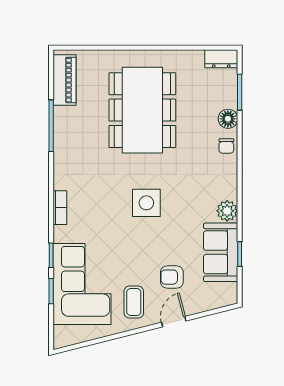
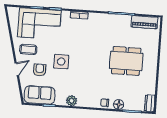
dining table: (142, 110) -> (126, 61), width x0.73, depth x0.80
side table: (146, 203) -> (61, 62), moved
sofa: (221, 252) -> (40, 95), moved
door: (174, 322) -> (17, 69), hinge flipped

